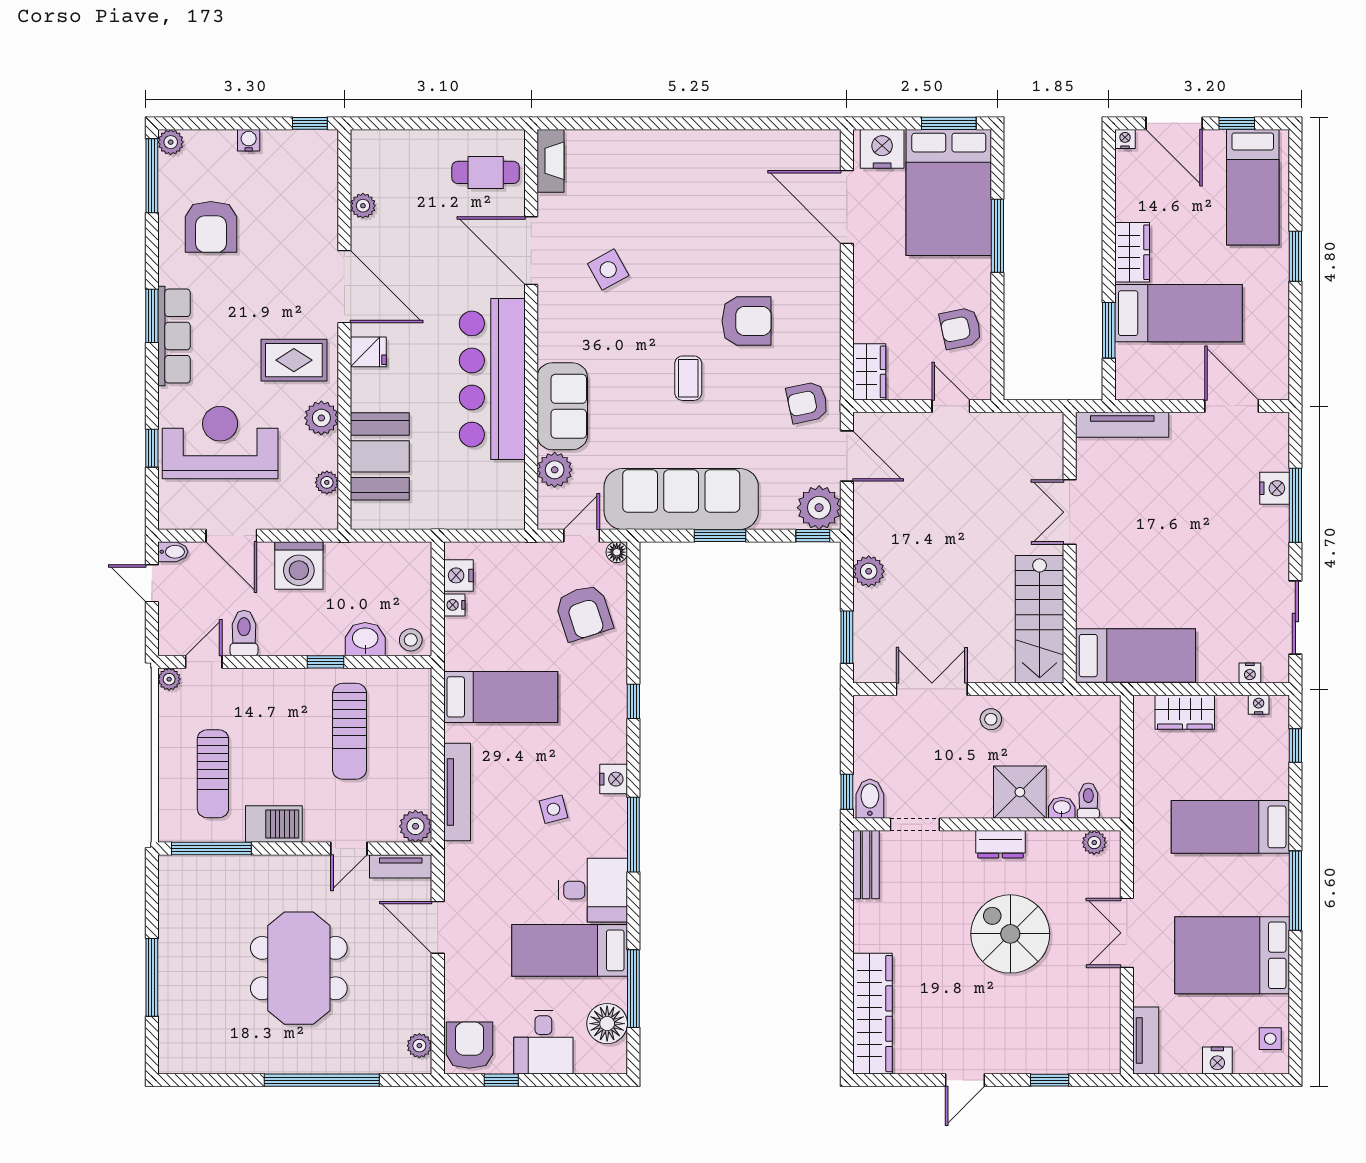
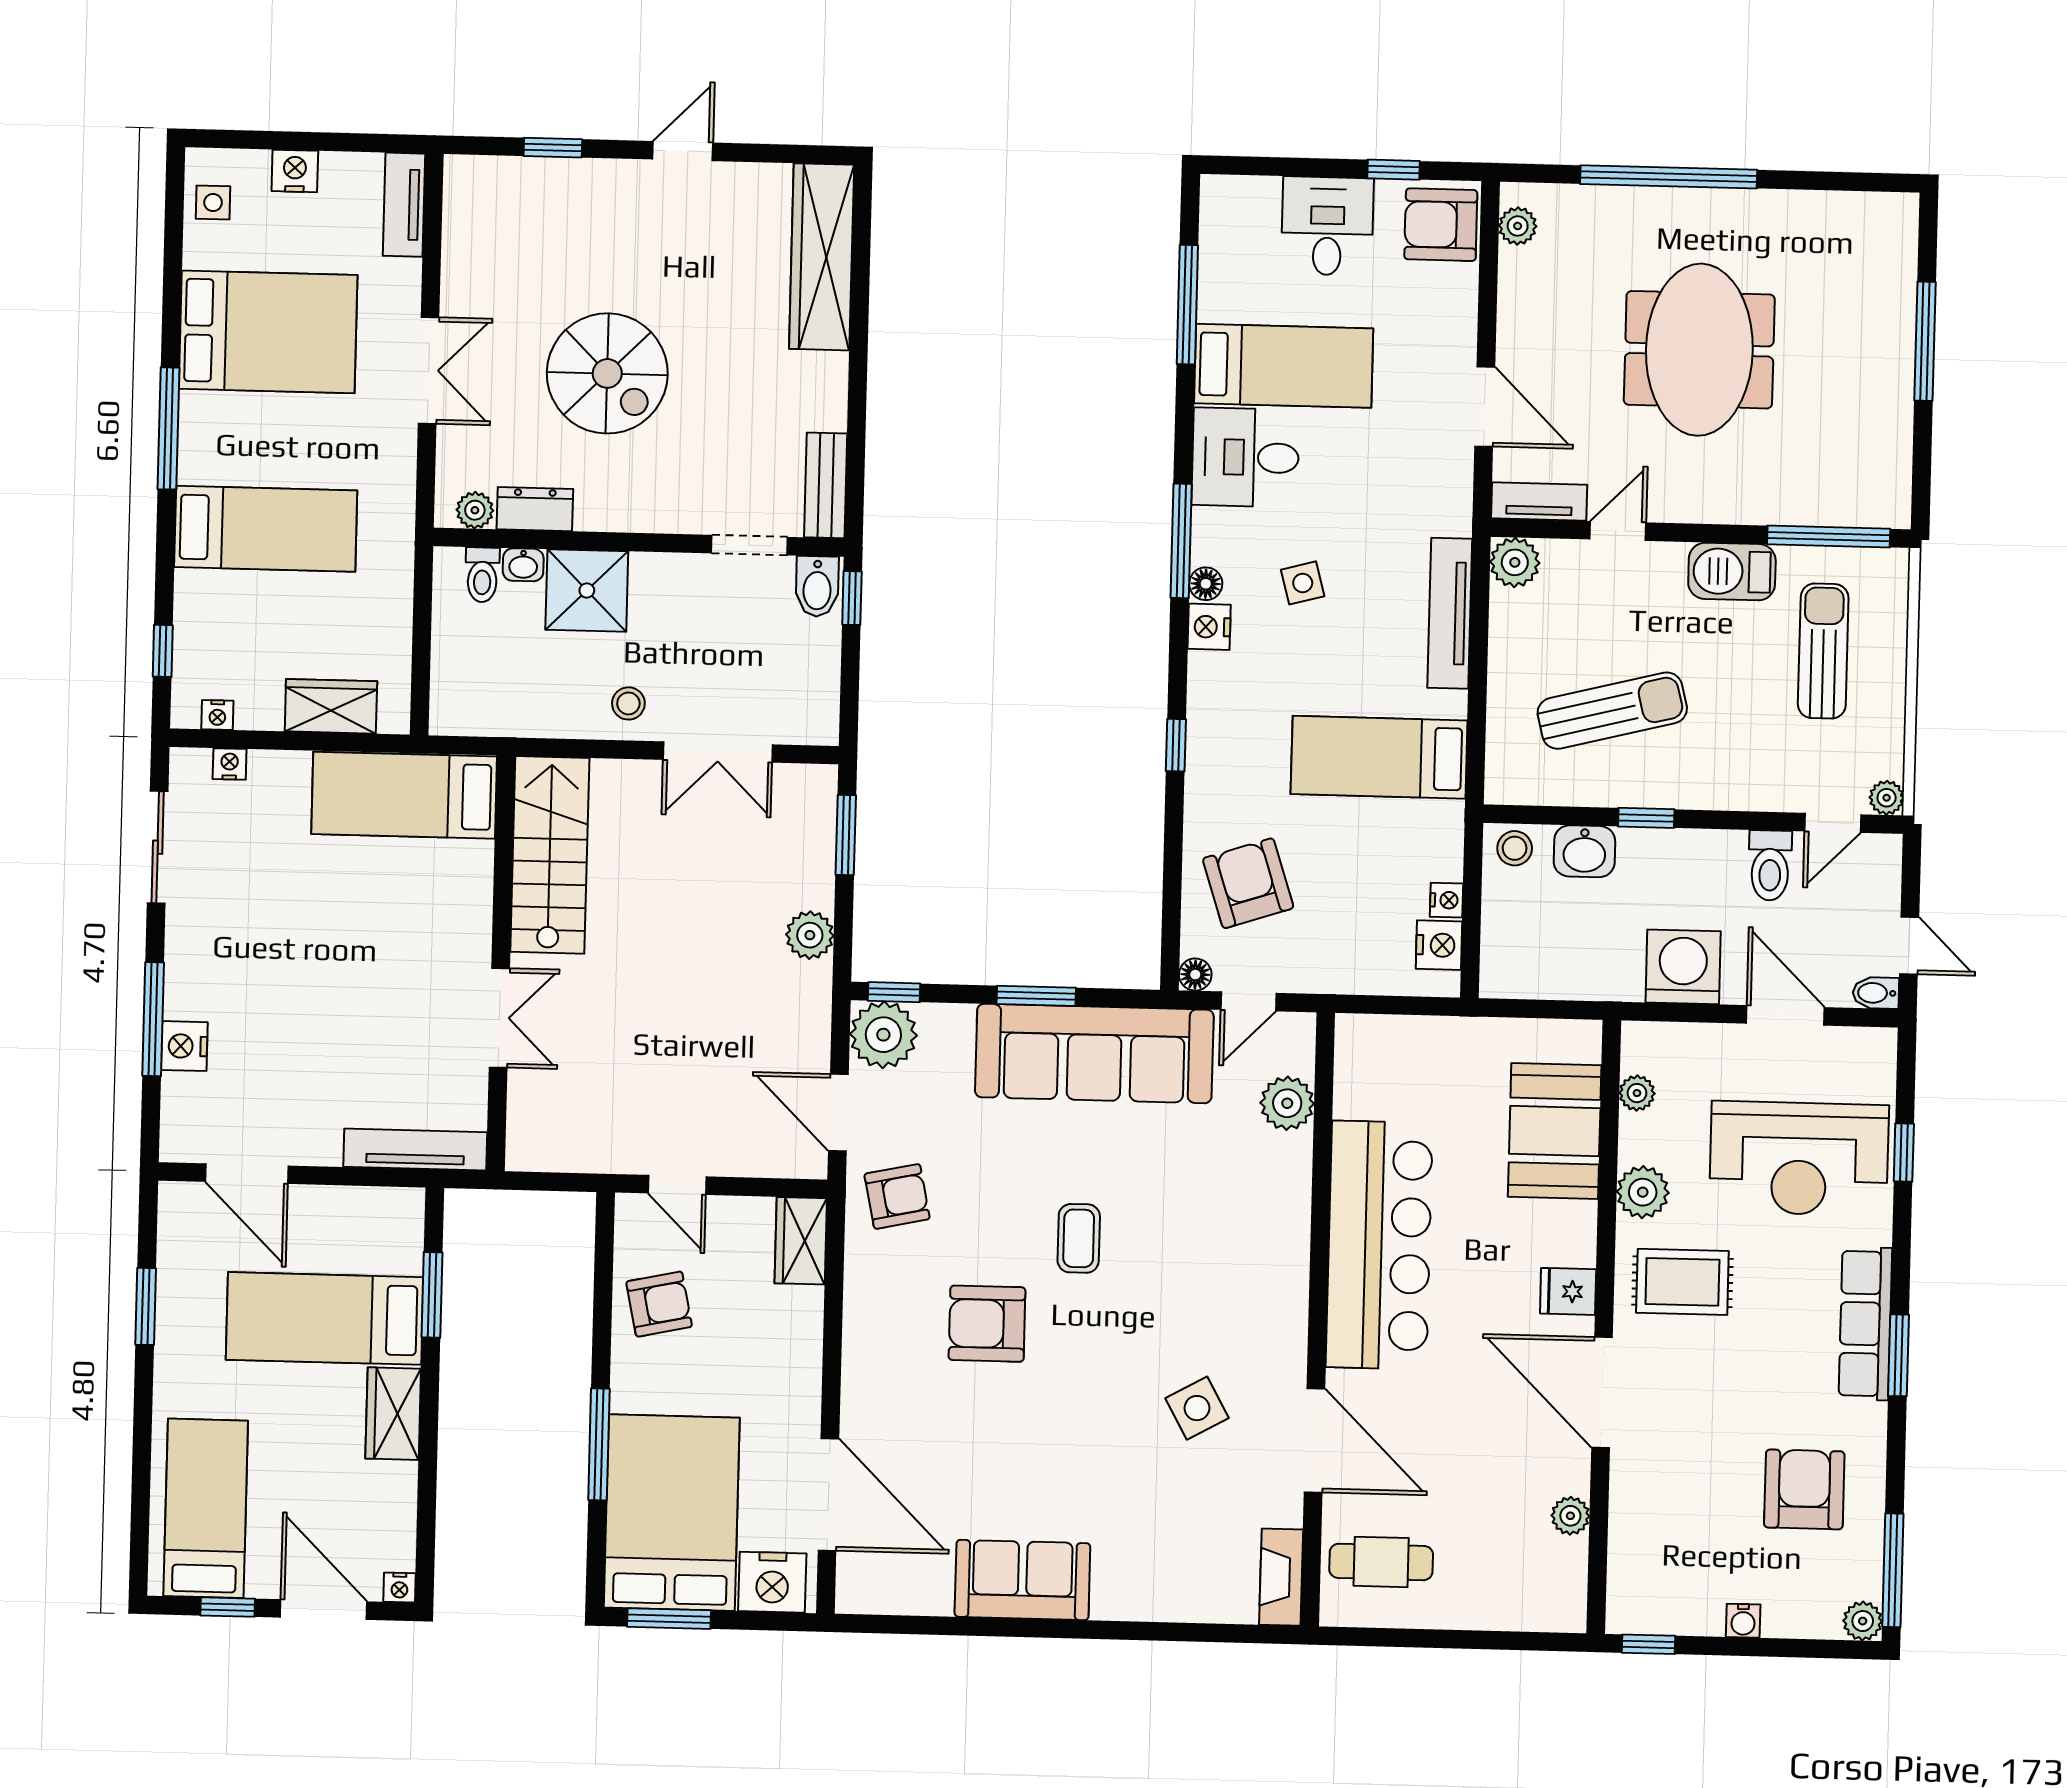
window: (1295, 256) -> (146, 1306), moved
sofa: (562, 406) -> (1022, 1580), moved, turned 90
sun lounger: (349, 731) -> (1612, 711), turned 76
dresser: (1001, 844) -> (535, 509), moved
floor lamp: (607, 1024) -> (1206, 584), moved, width x0.53, depth x0.53
armchair: (469, 1045) -> (1441, 225), turned 90

